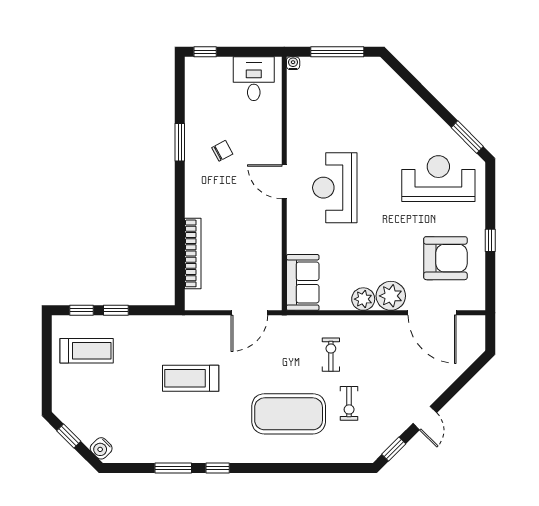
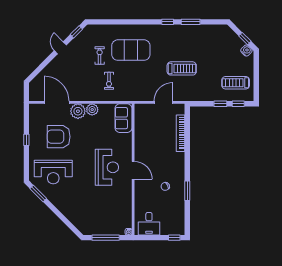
armchair: (445, 258) -> (59, 137), moved
door: (249, 313) -> (164, 102), moved
water cooler: (101, 448) -> (246, 51), moved

